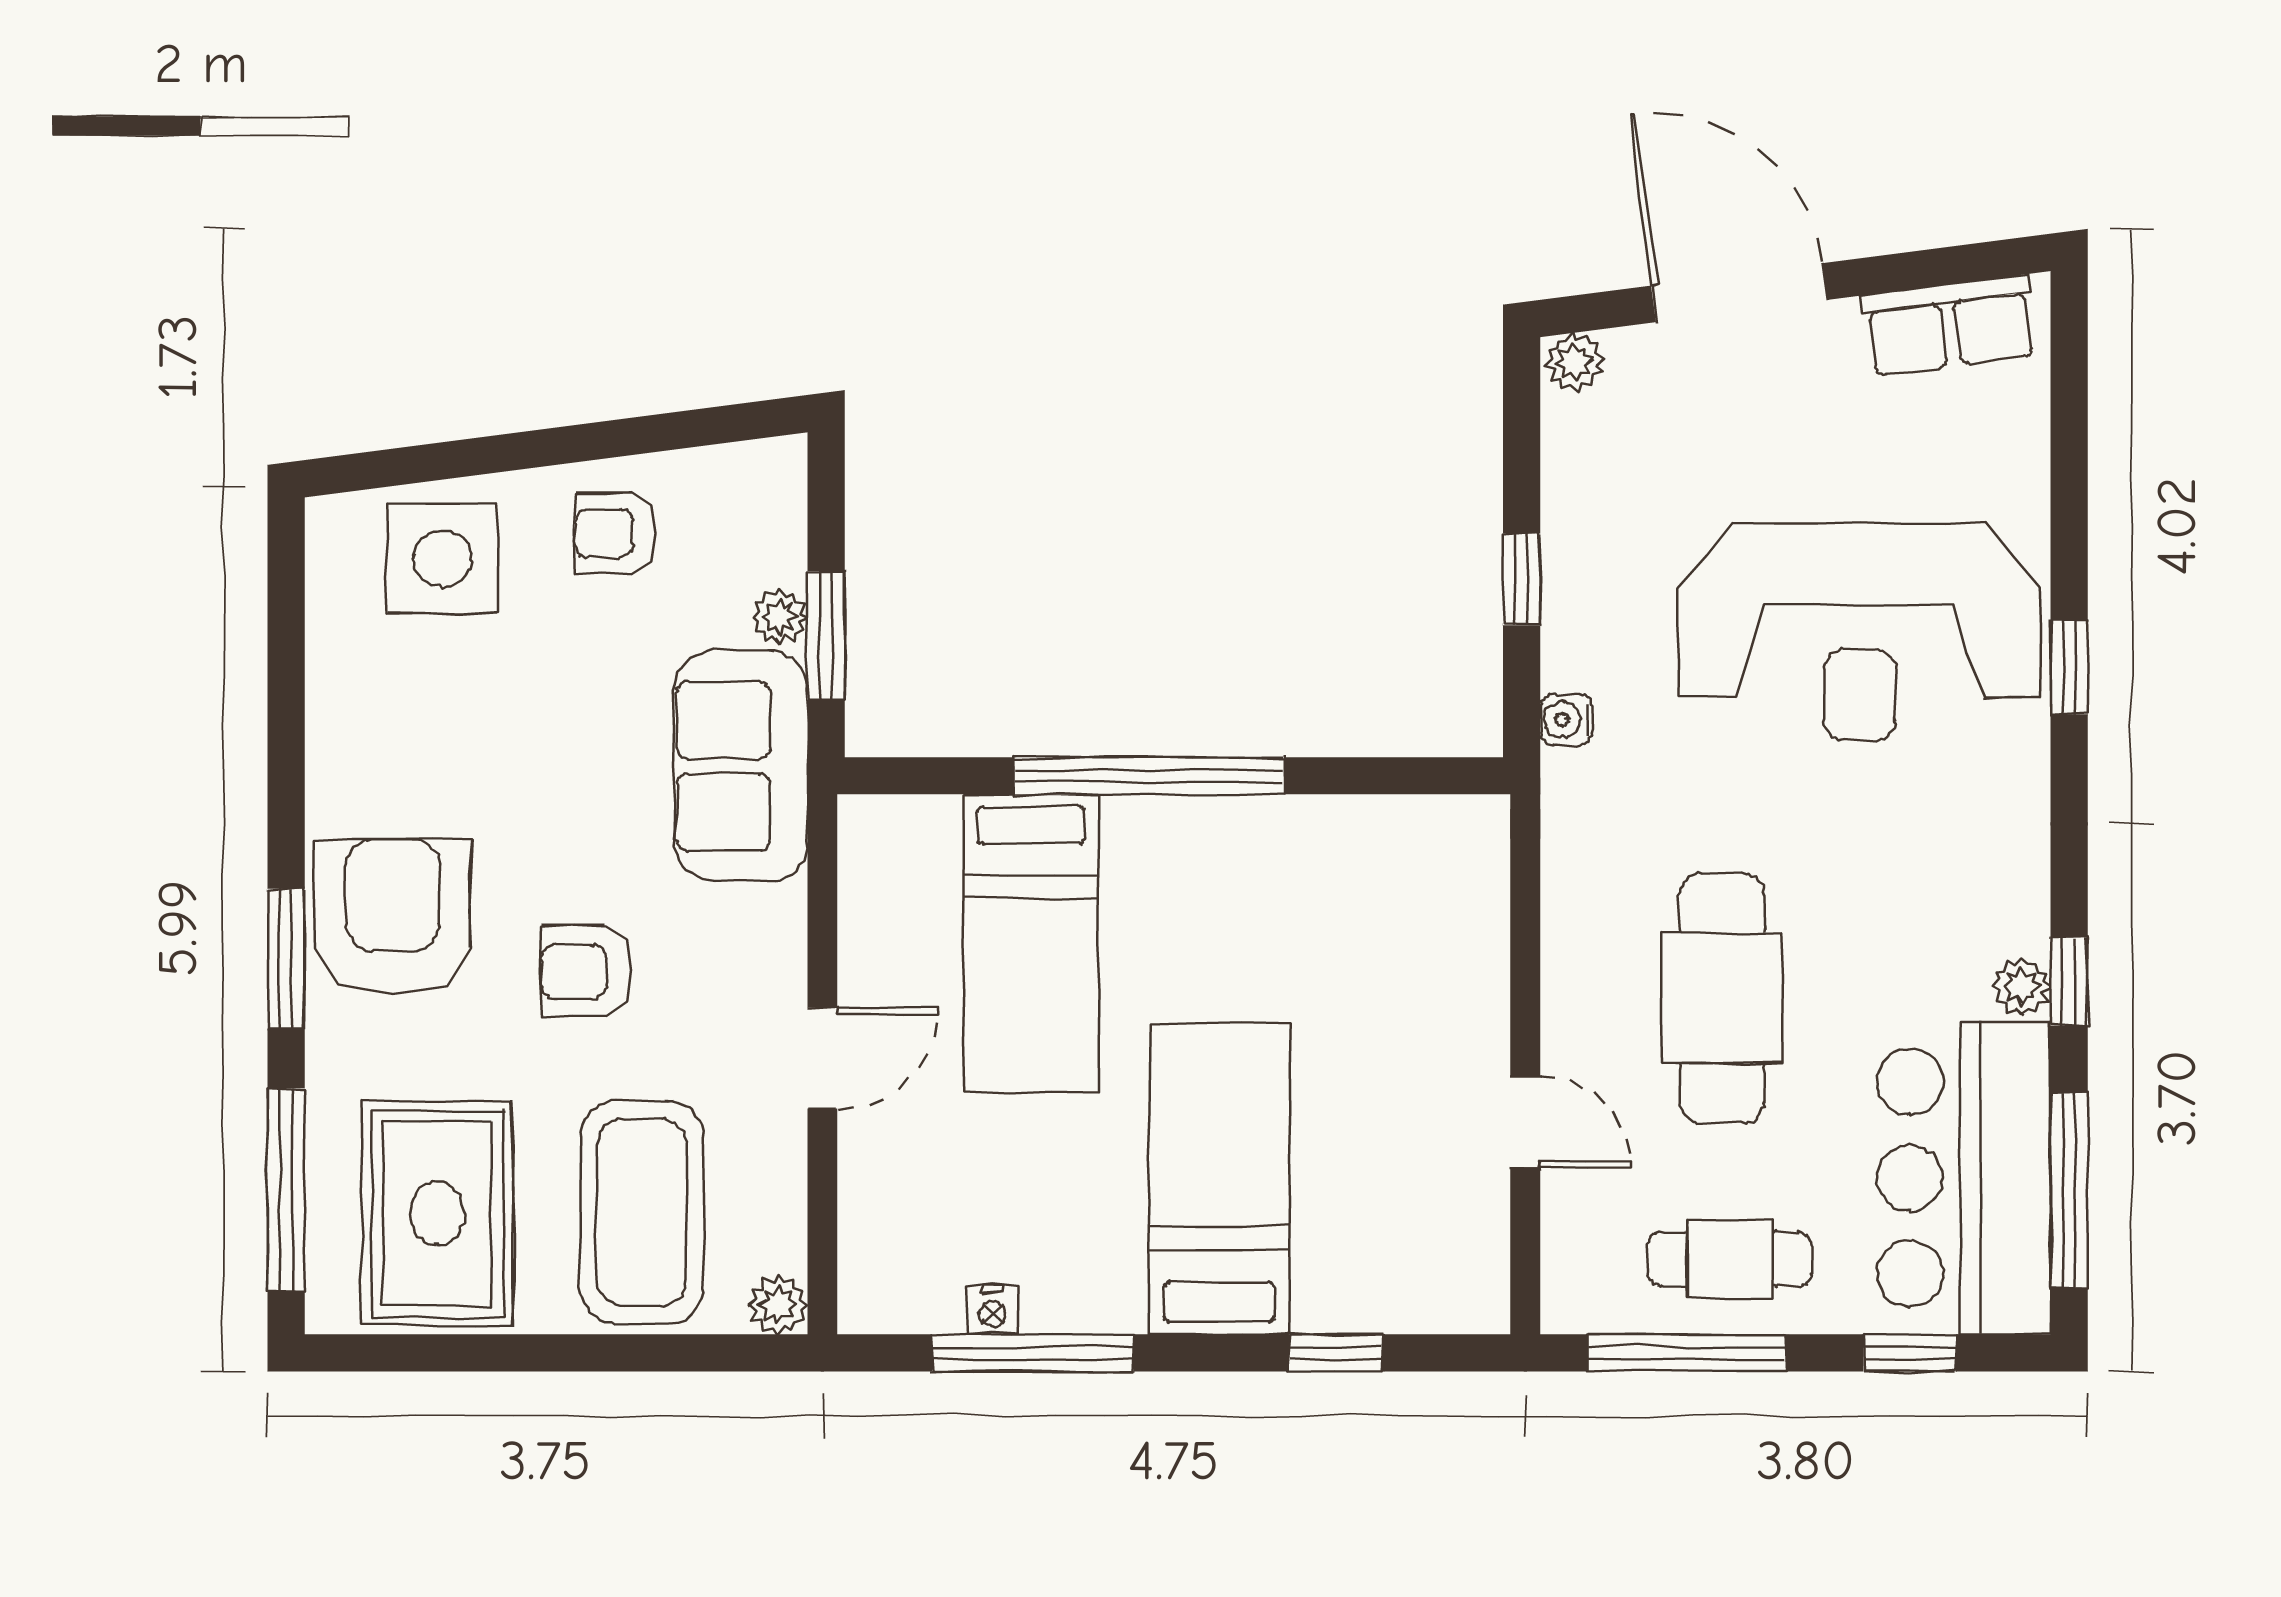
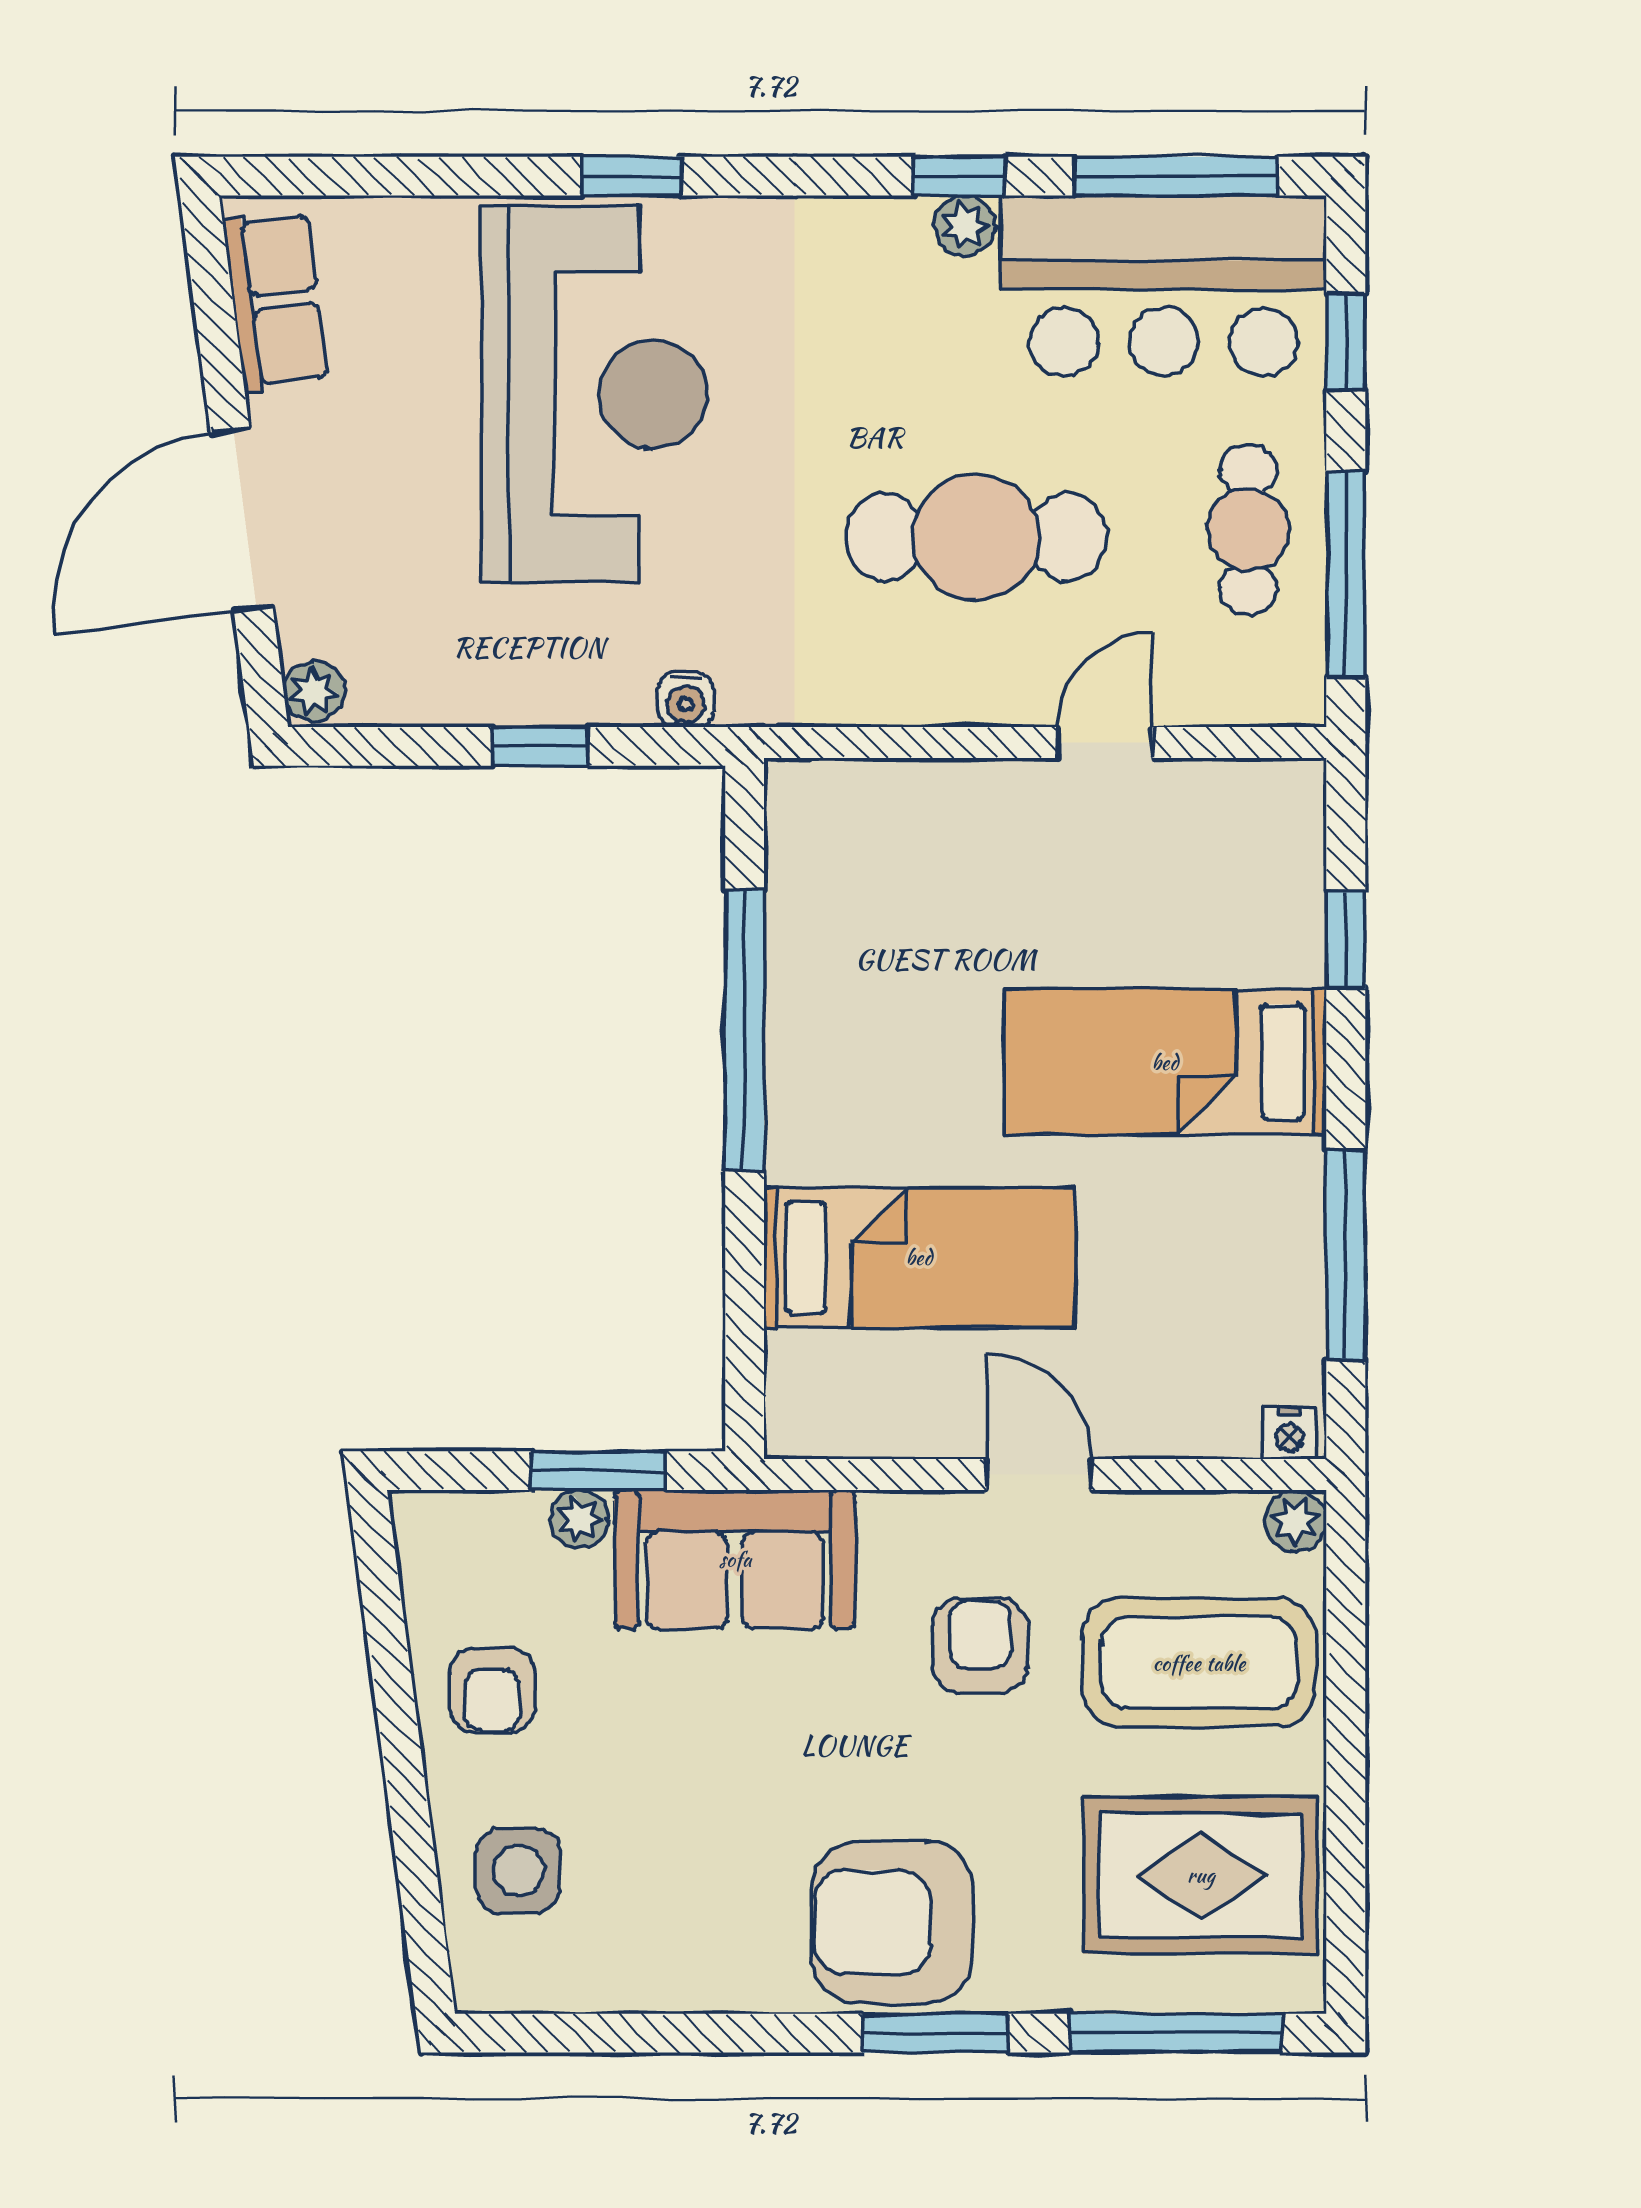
side table: (442, 559) -> (519, 1871), width x0.73, depth x0.73
window: (1149, 776) -> (745, 1030), moved
armchair: (587, 971) -> (980, 1646), moved, turned 180
nightstand: (992, 1310) -> (1289, 1434), moved, turned 90

